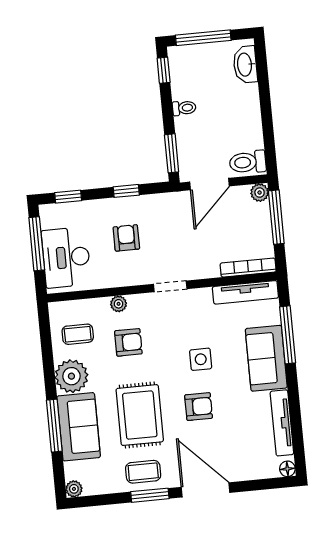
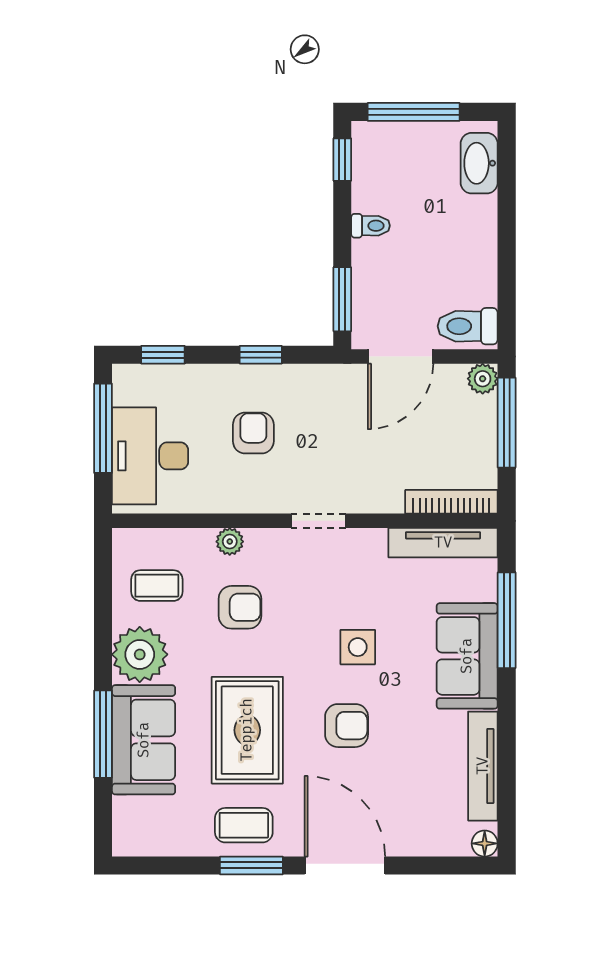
plant: (74, 489) -> (126, 843), removed

